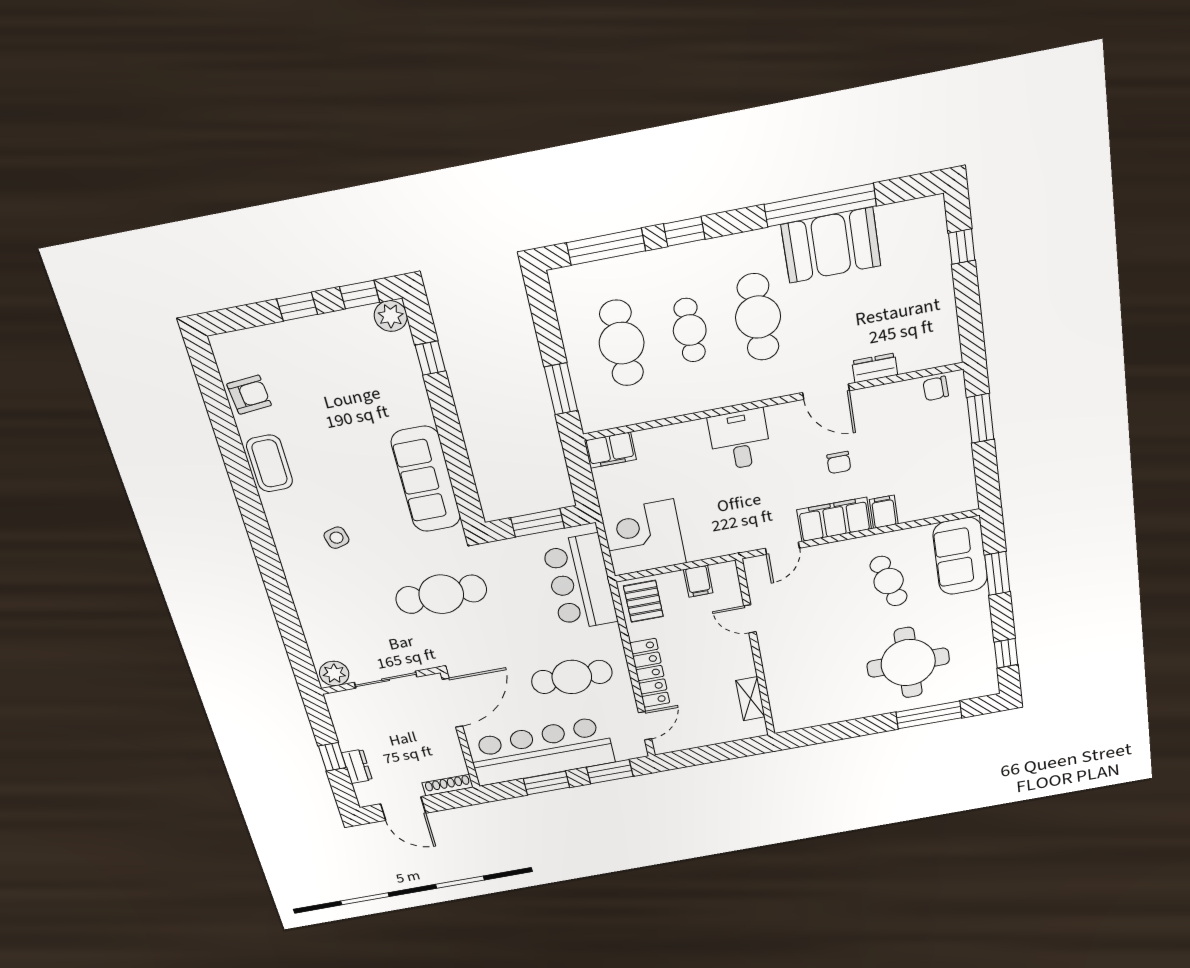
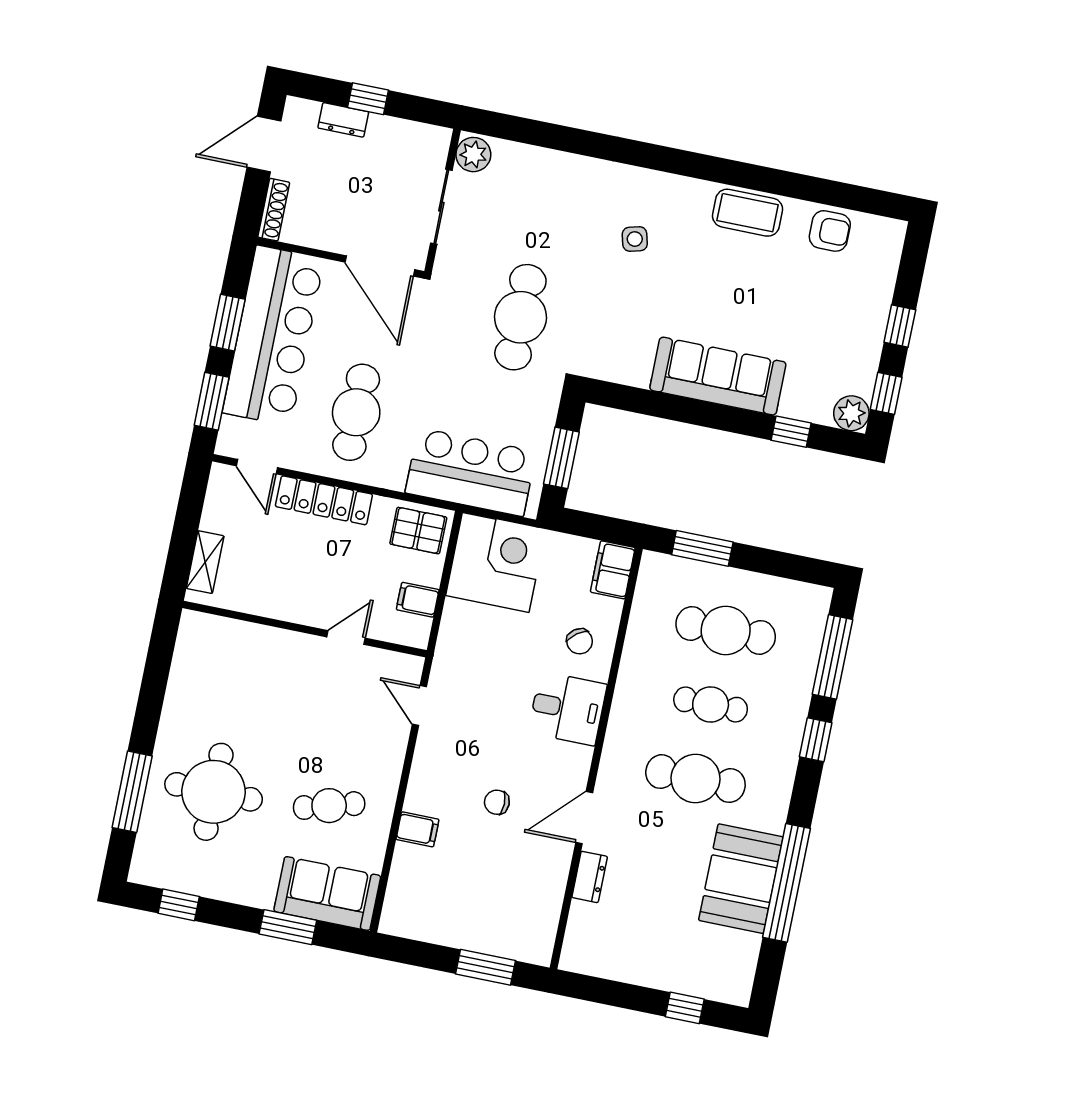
chair: (936, 389) -> (580, 641), moved, turned 147
armchair: (249, 395) -> (830, 231), turned -85
sofa: (426, 479) -> (718, 376), moved
filing cabinet: (834, 519) -> (431, 773), removed
shelving: (750, 699) -> (205, 562), moved, turned 90

